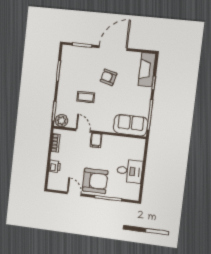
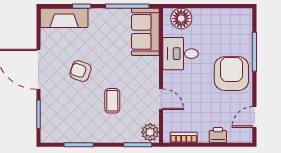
armchair: (109, 77) -> (80, 71), turned 94
door: (83, 131) -> (161, 99), swing flipped
filing cabinet: (96, 140) -> (173, 79), removed
floor lamp: (137, 151) -> (181, 18), added
desk: (130, 171) -> (181, 54), moved, turned -90
door: (74, 194) -> (254, 117), moved

